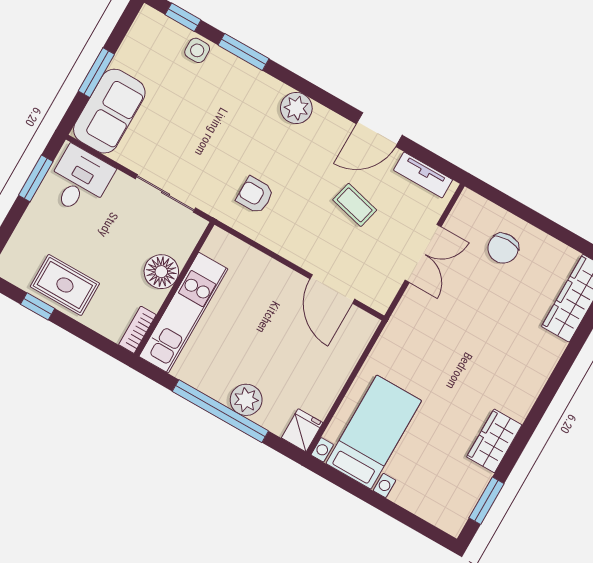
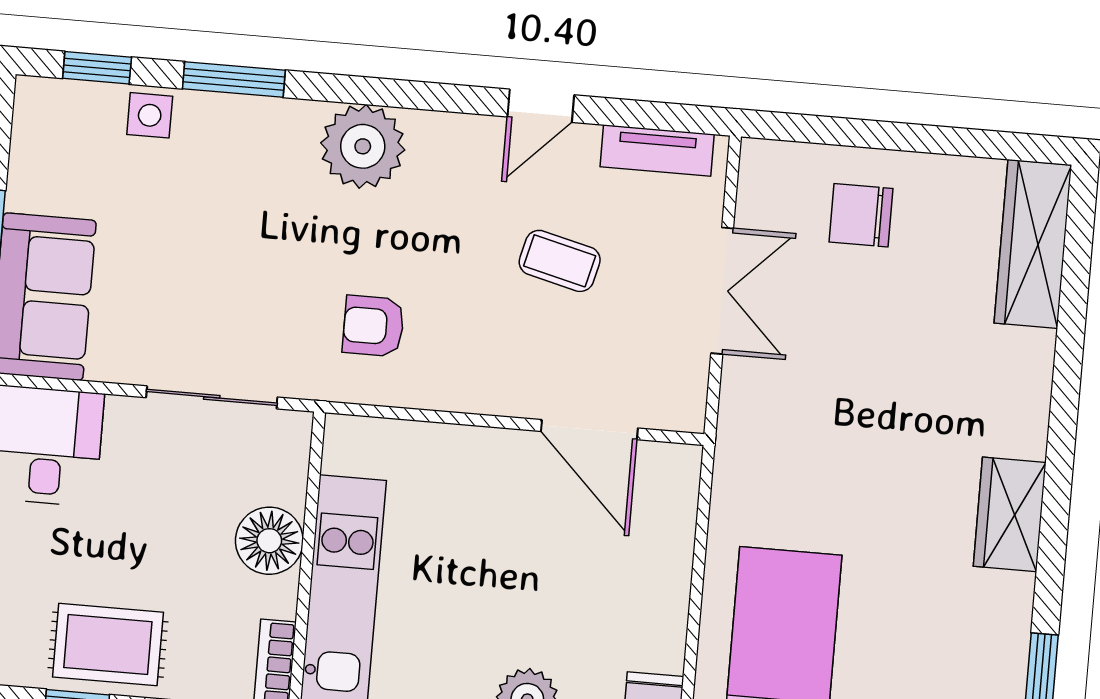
plant: (296, 108) -> (363, 146), width x1.36, depth x1.36
door: (379, 130) -> (541, 106), width x0.73
chair: (503, 248) -> (861, 215), turned 90
wardrobe: (494, 441) -> (1010, 514), moved

